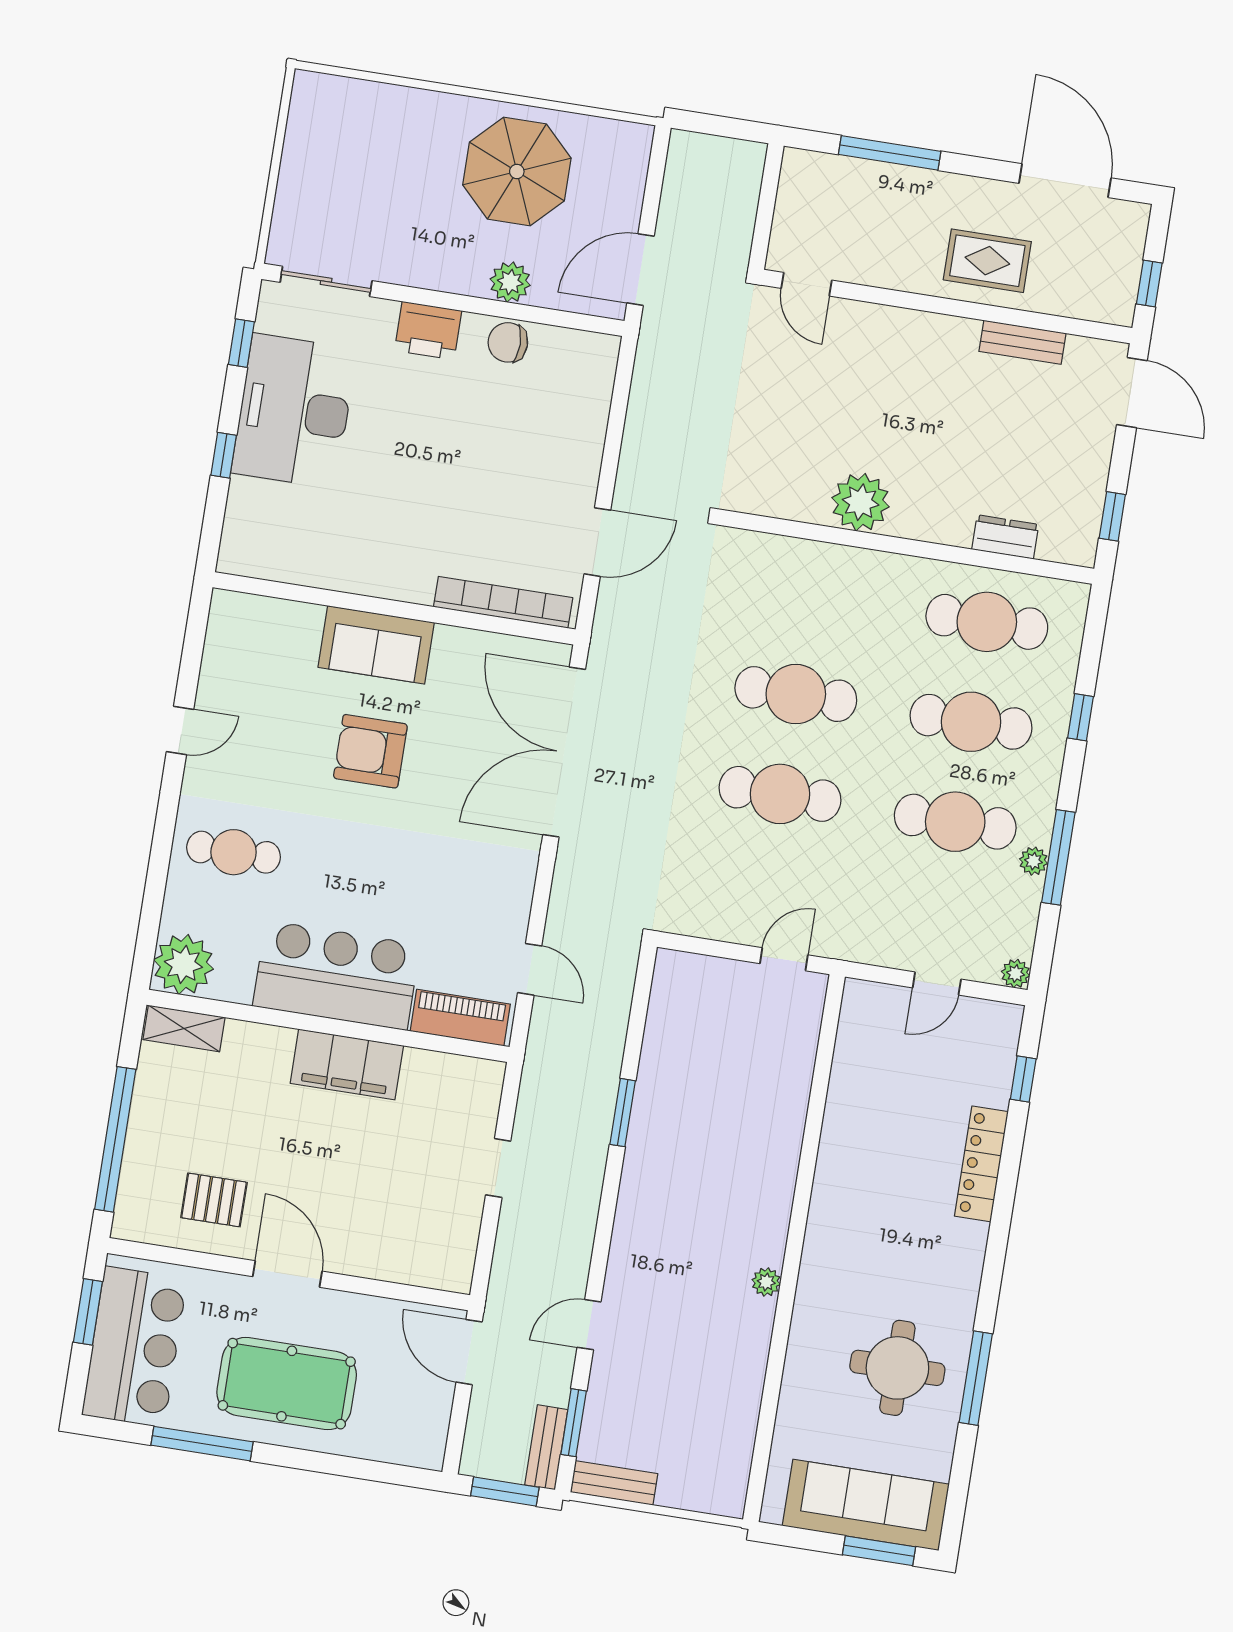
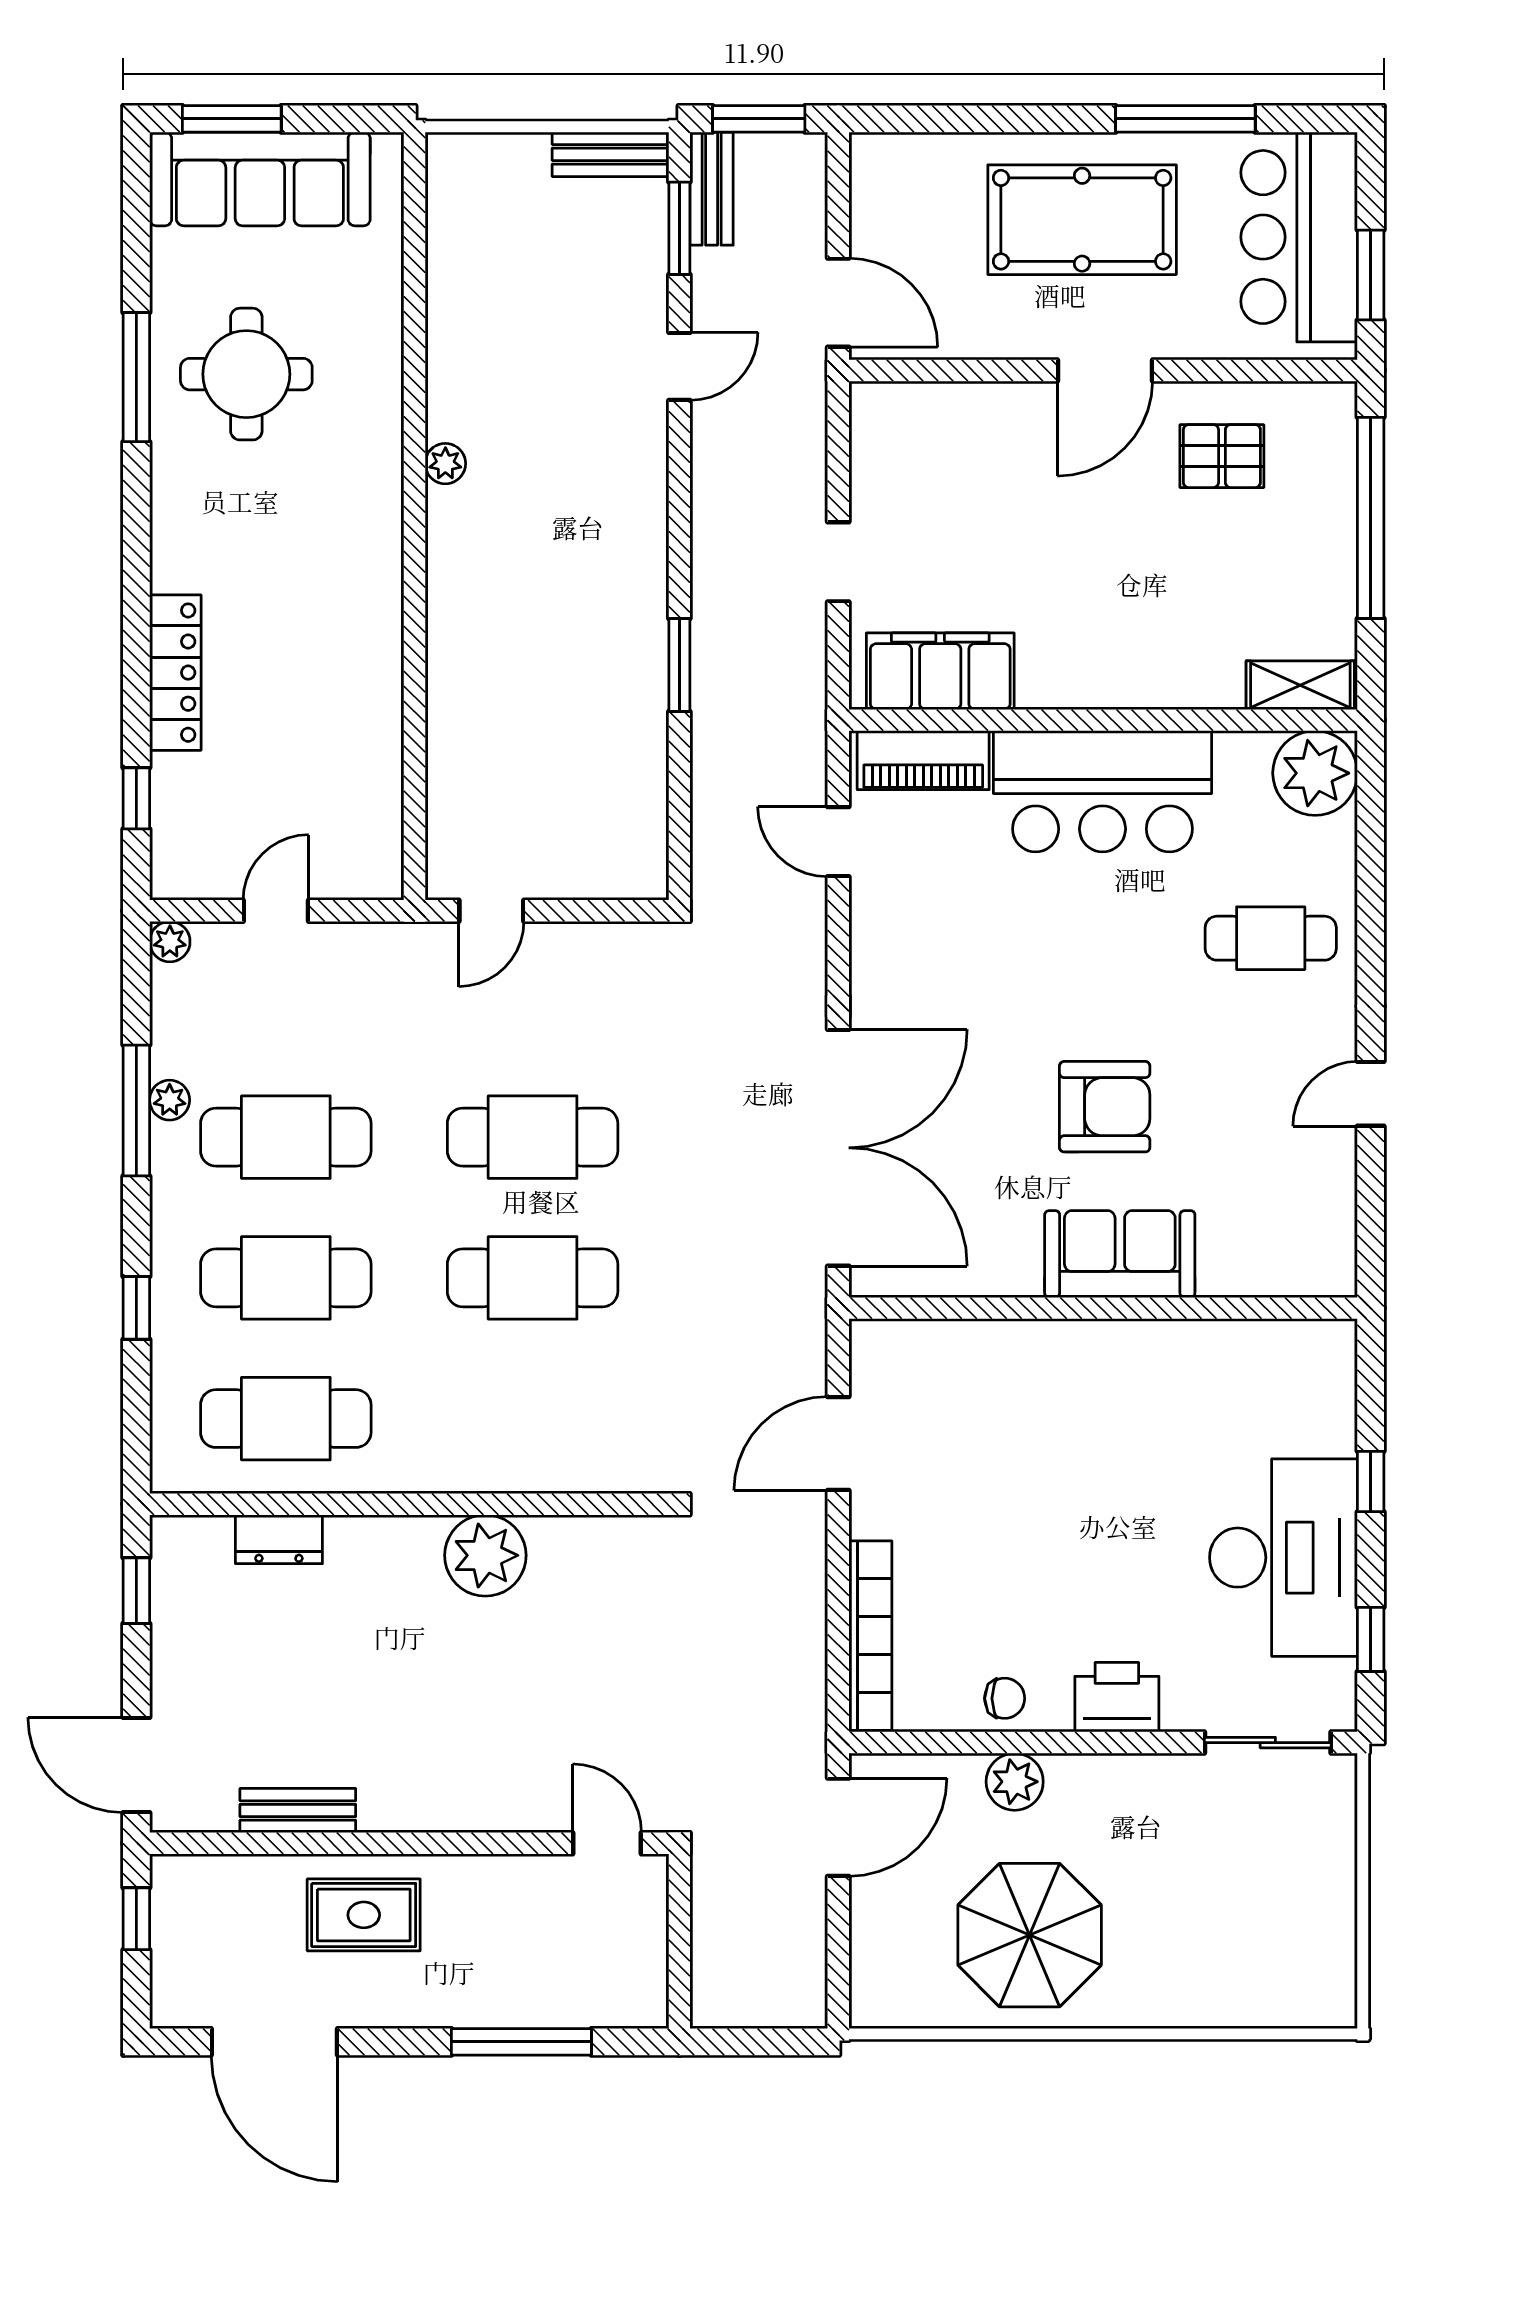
chair: (508, 342) -> (1005, 1698), width x0.73, depth x0.73
bookcase: (503, 602) -> (870, 1636), moved, turned -90
filing cabinet: (347, 1064) -> (940, 671), moved
door: (287, 1274) -> (1105, 370), hinge flipped

